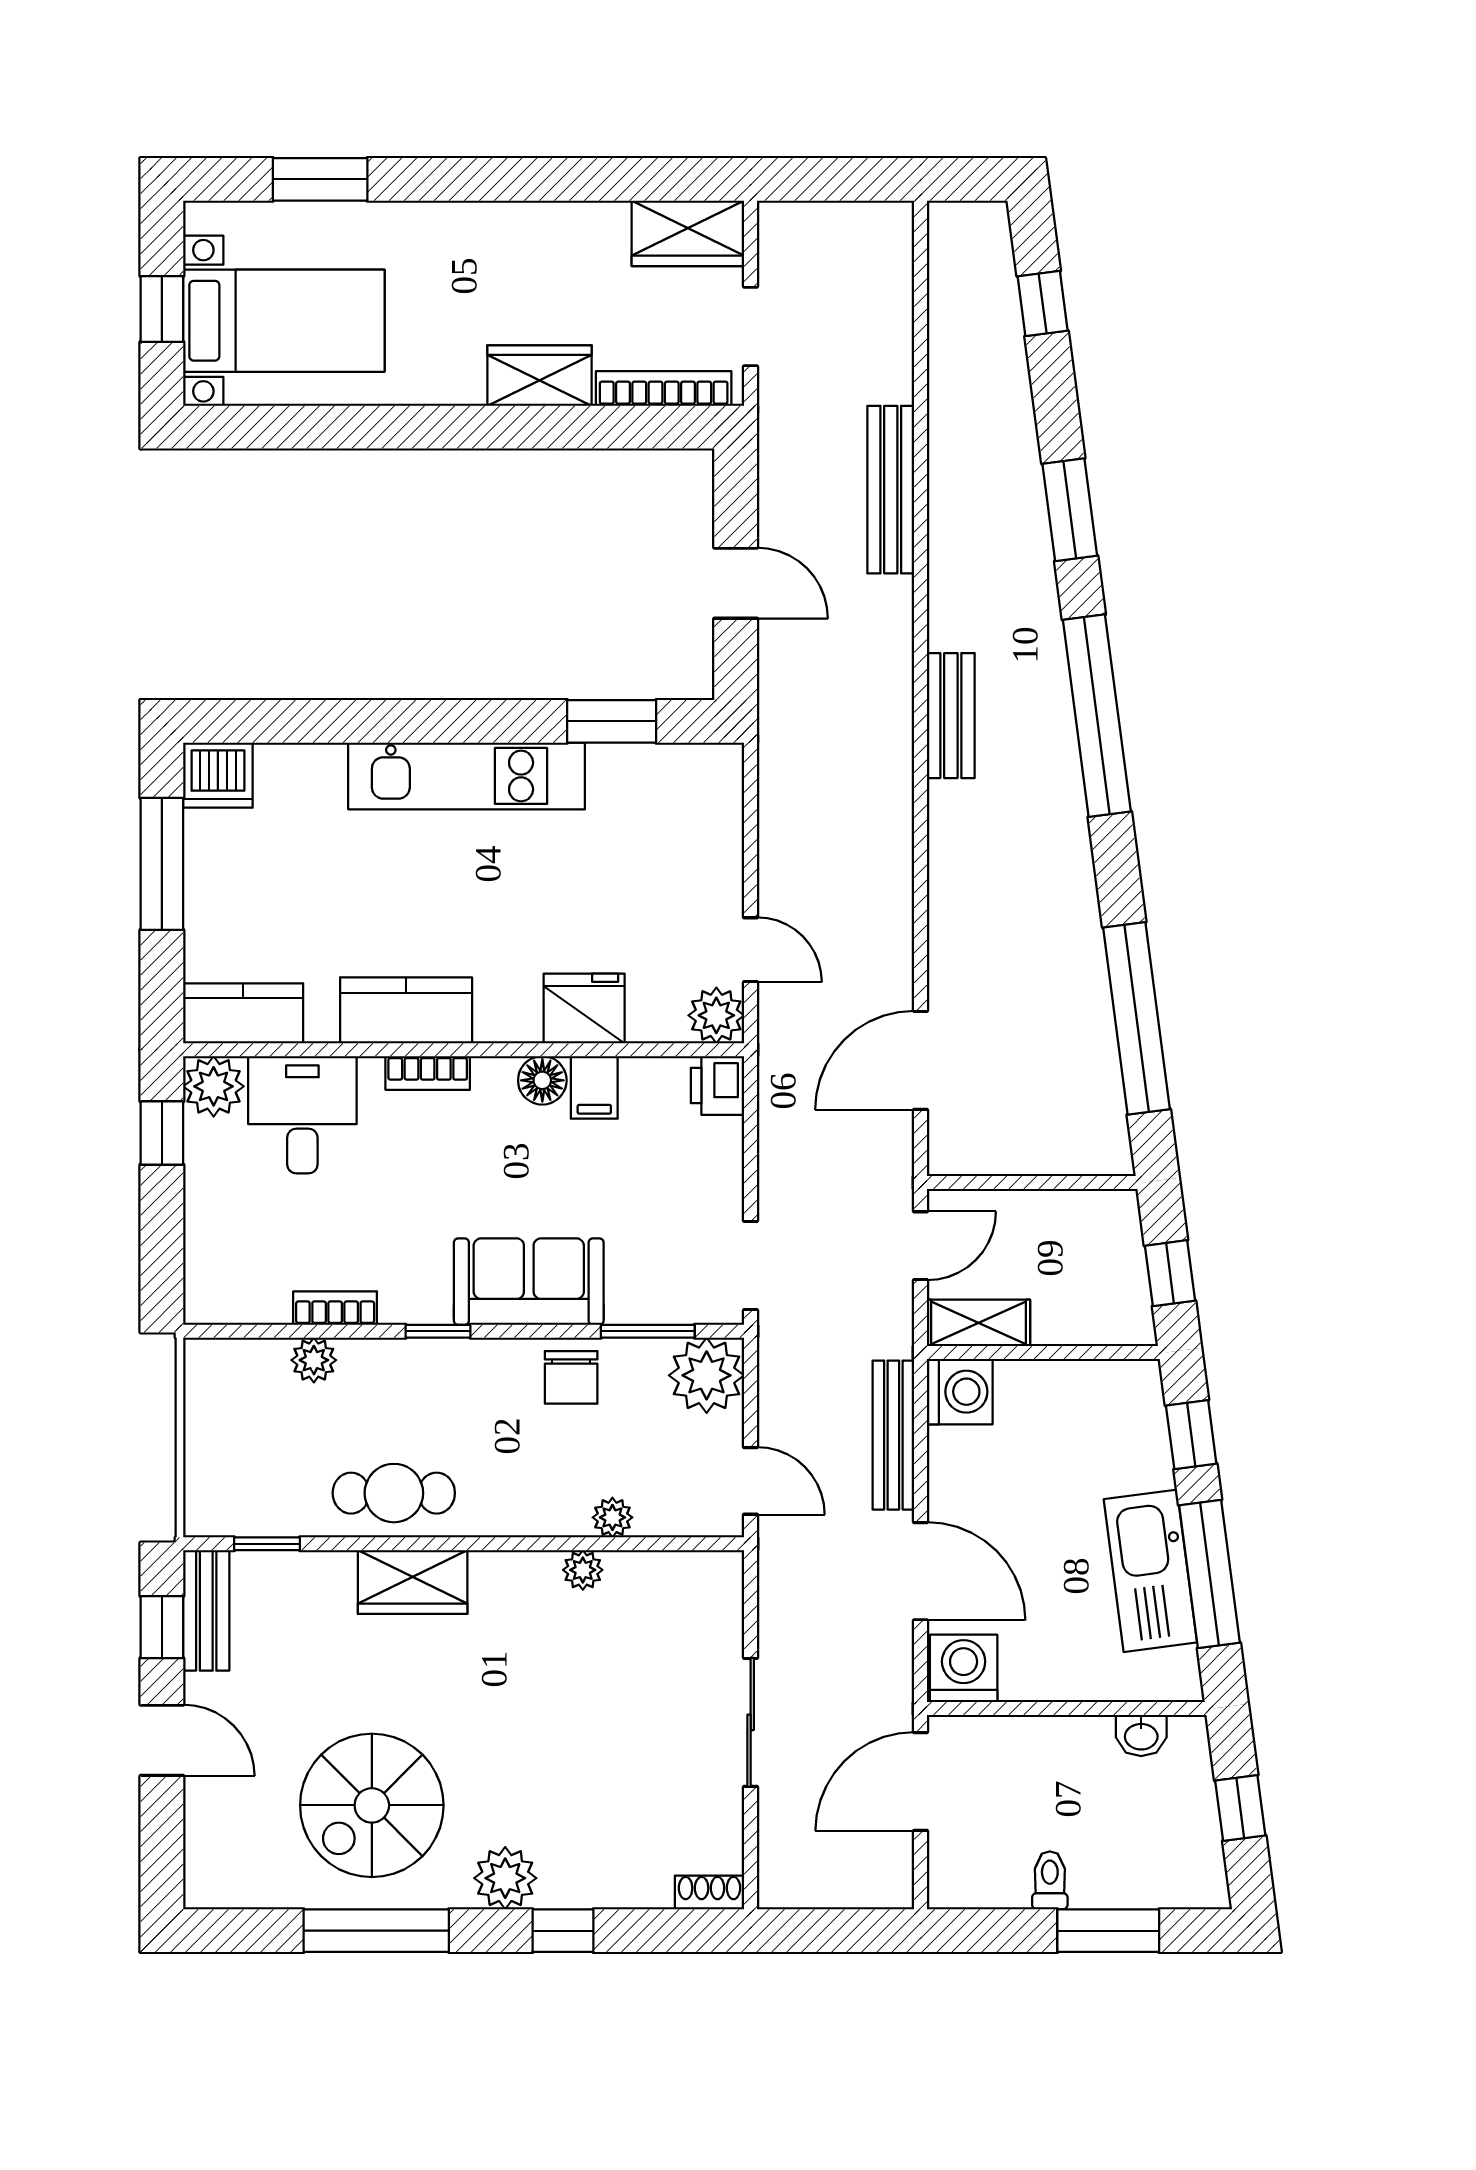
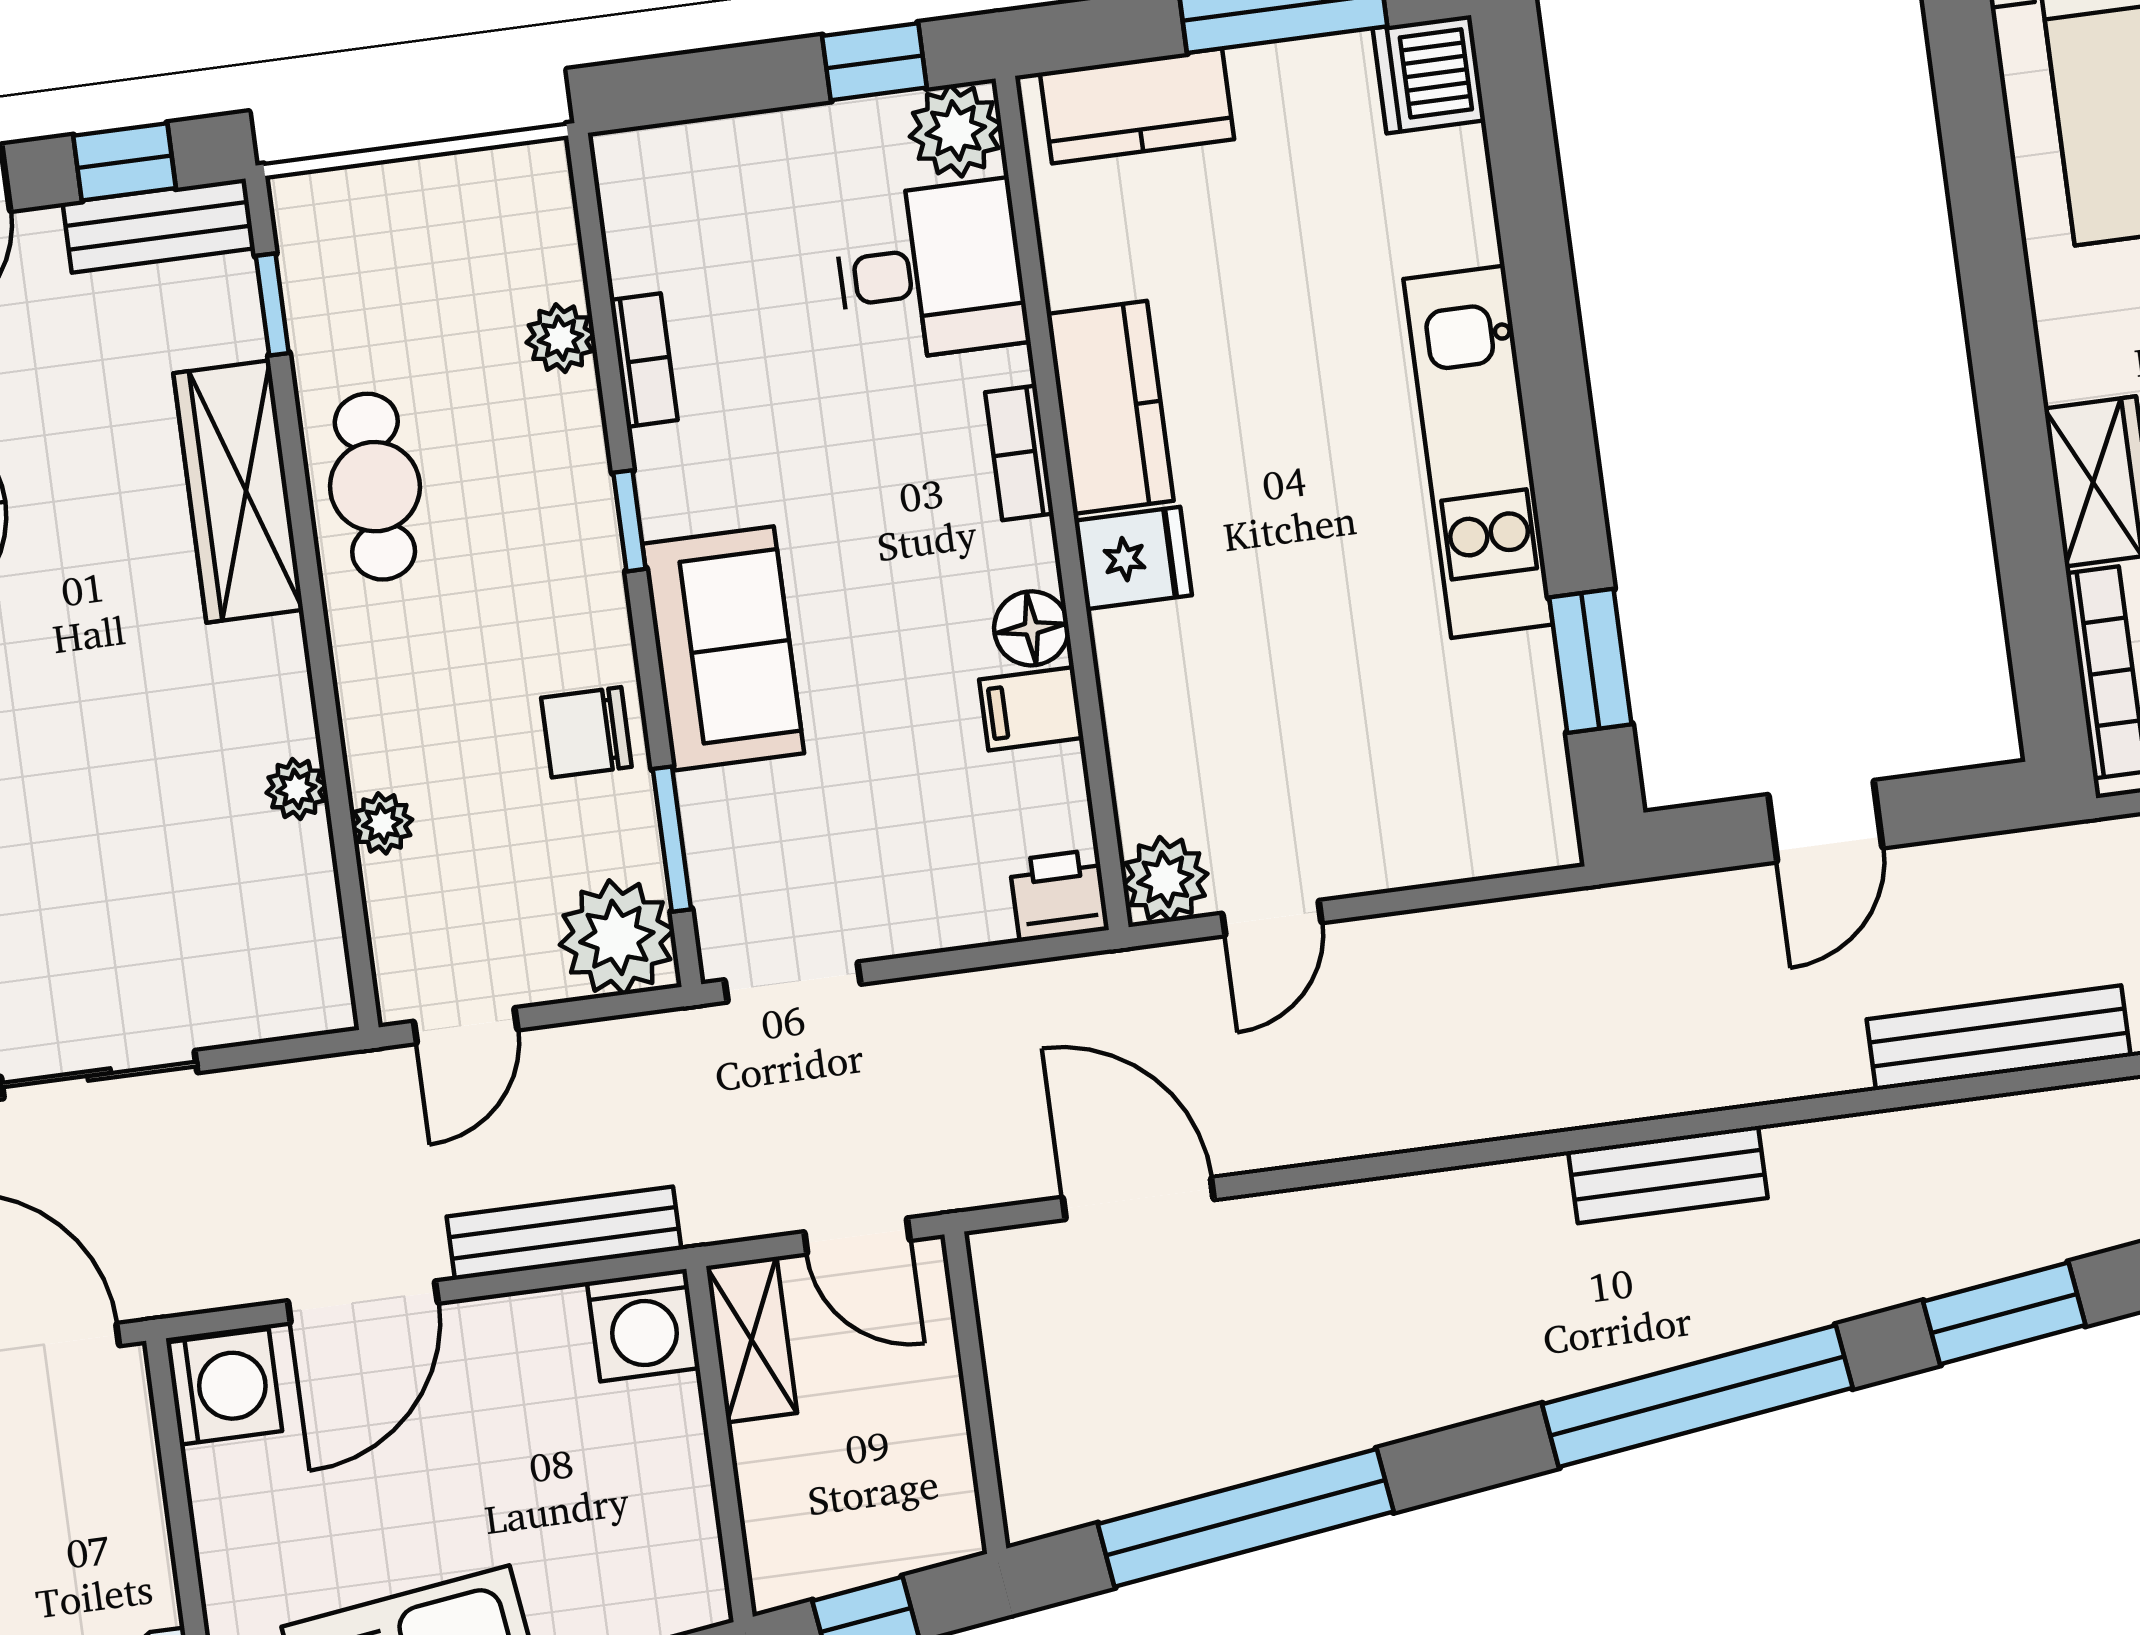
fridge: (584, 1008) -> (1133, 558), moved, width x0.72
kitchen counter: (243, 1013) -> (1137, 106), moved, turned 90
wardrobe: (413, 1582) -> (238, 491), width x1.50

